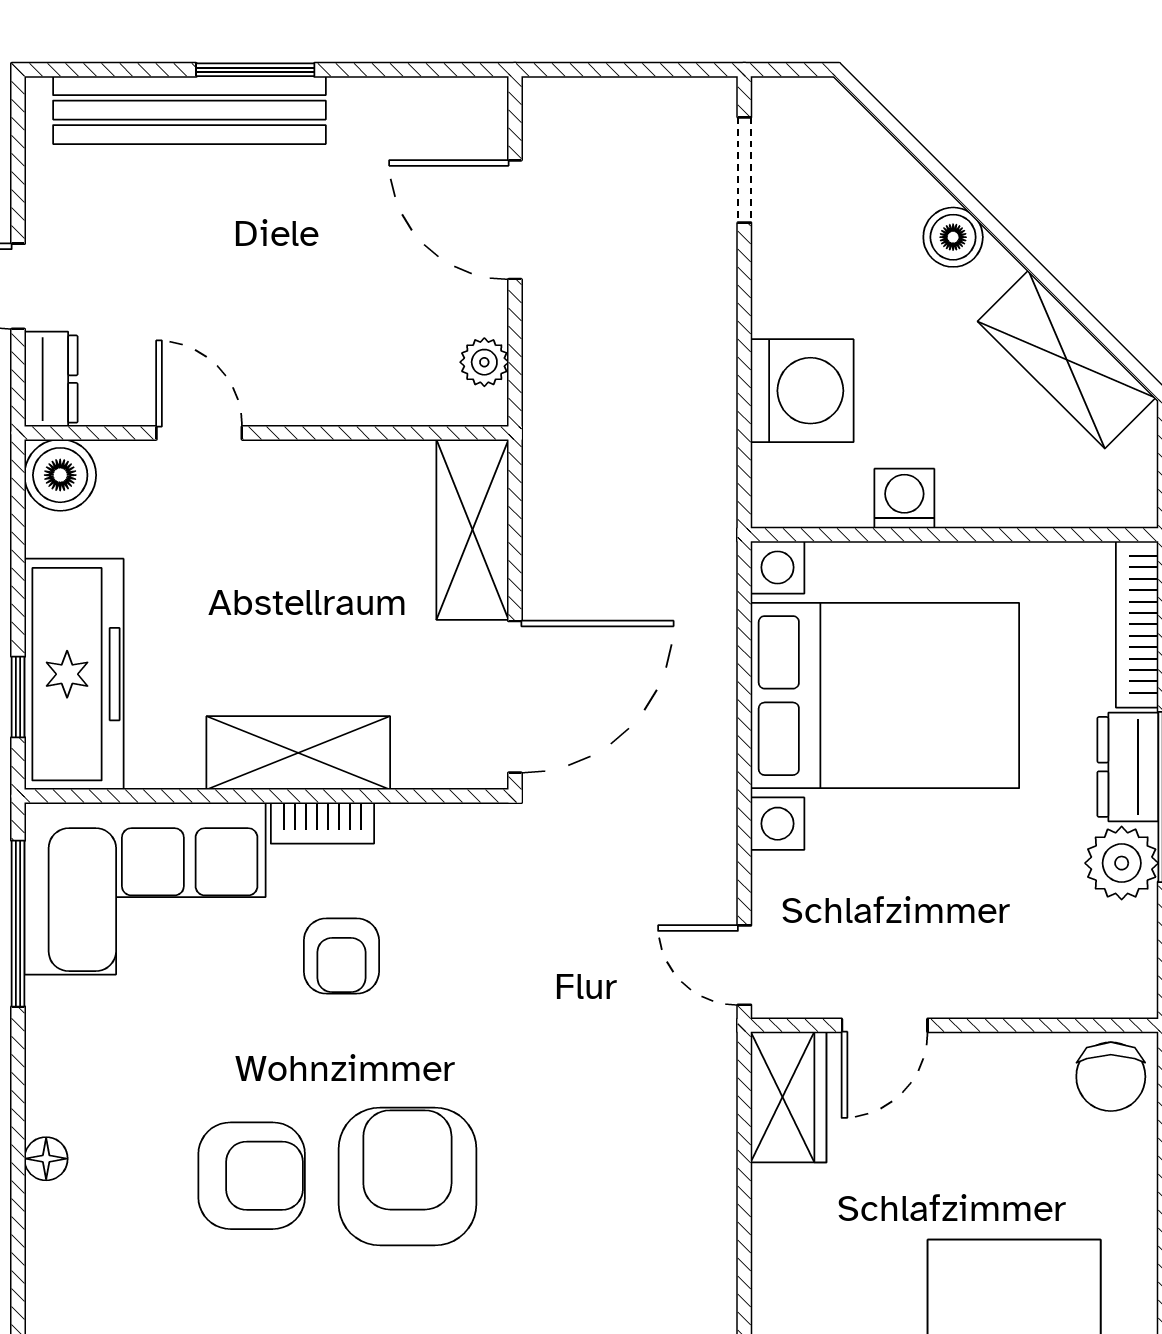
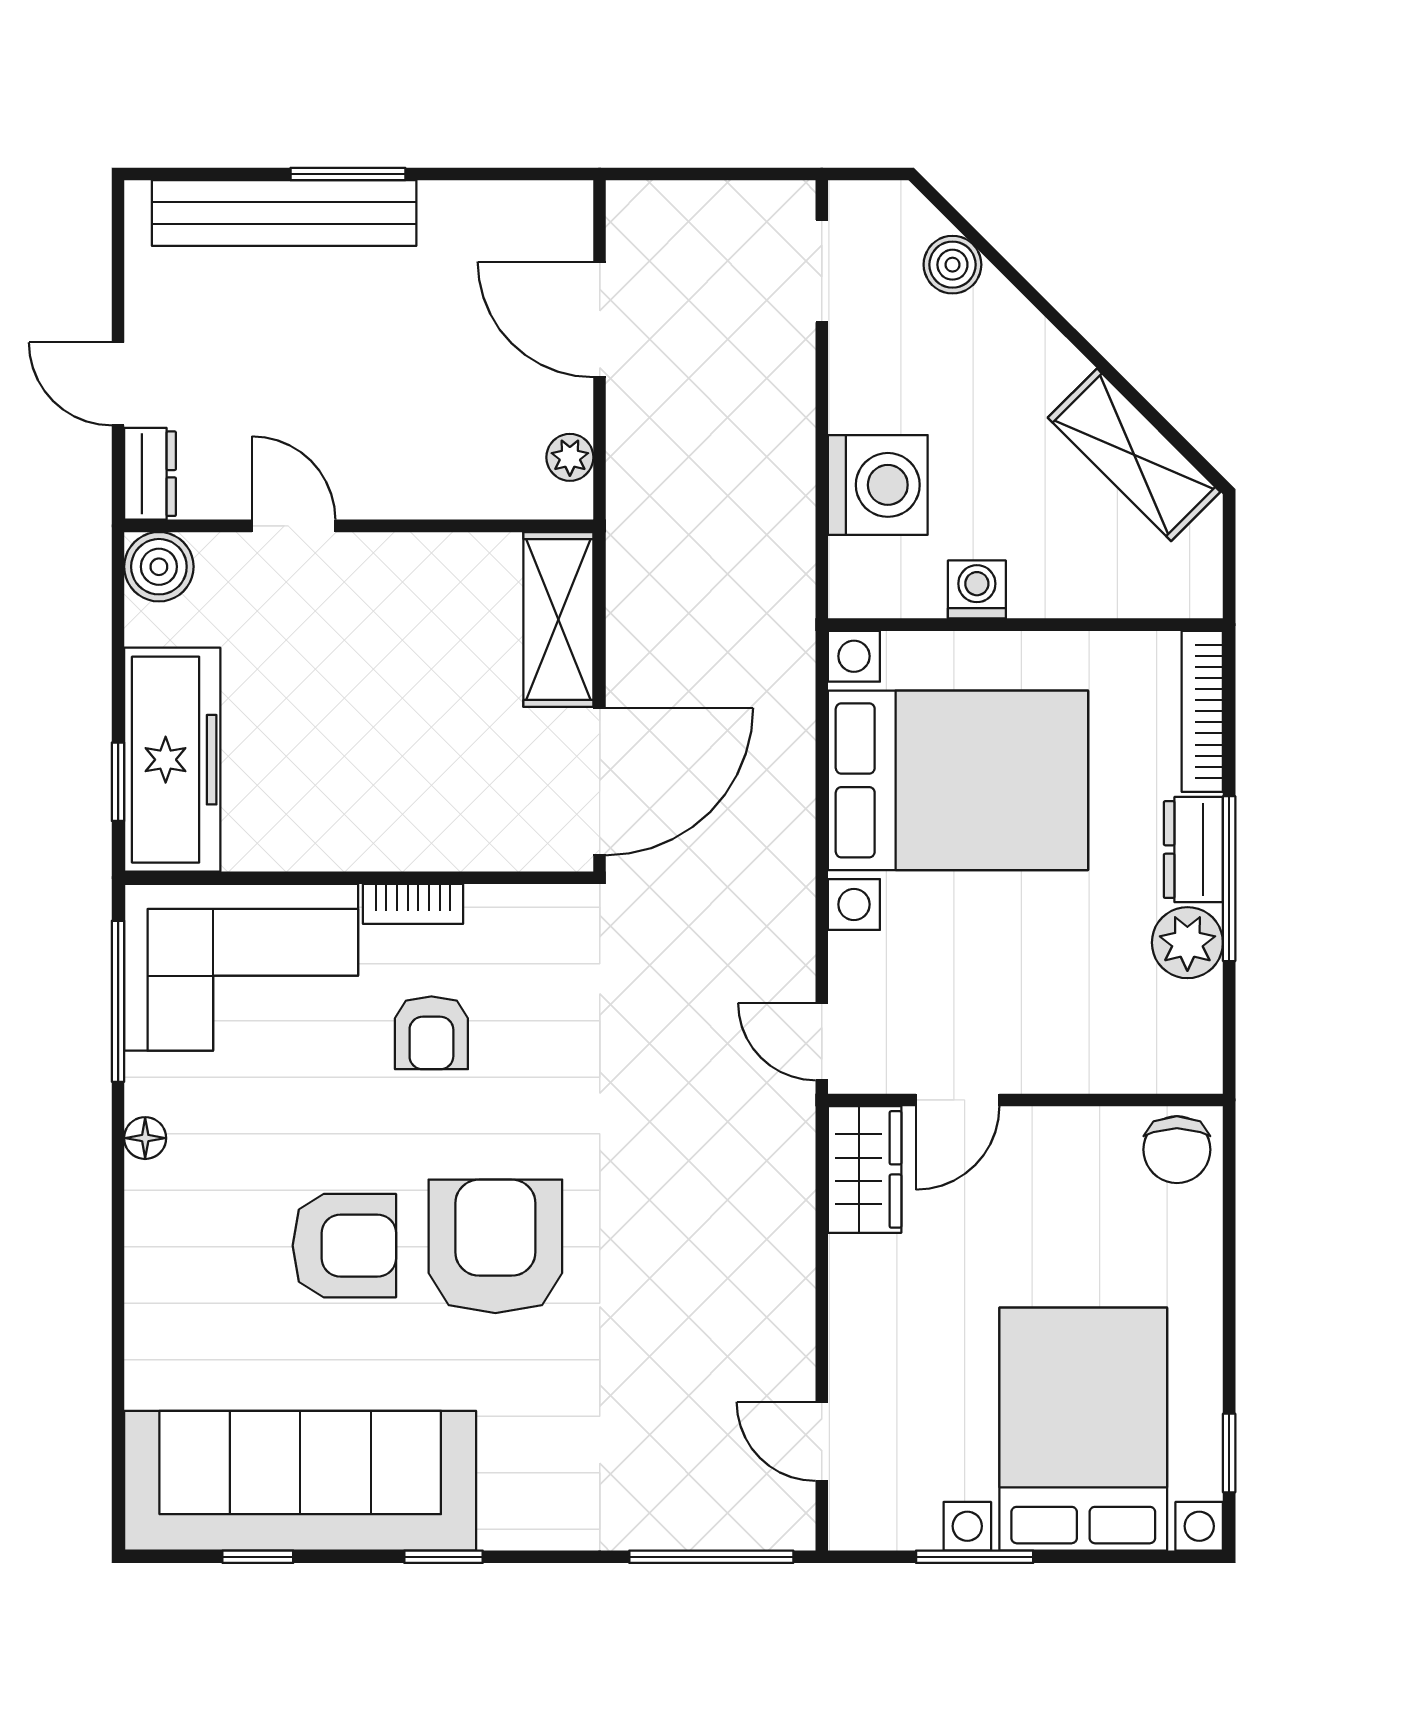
boiler: (953, 237) -> (952, 265), moved
shelving: (298, 753) -> (390, 836), removed
floor lamp: (46, 1159) -> (145, 1138), moved

